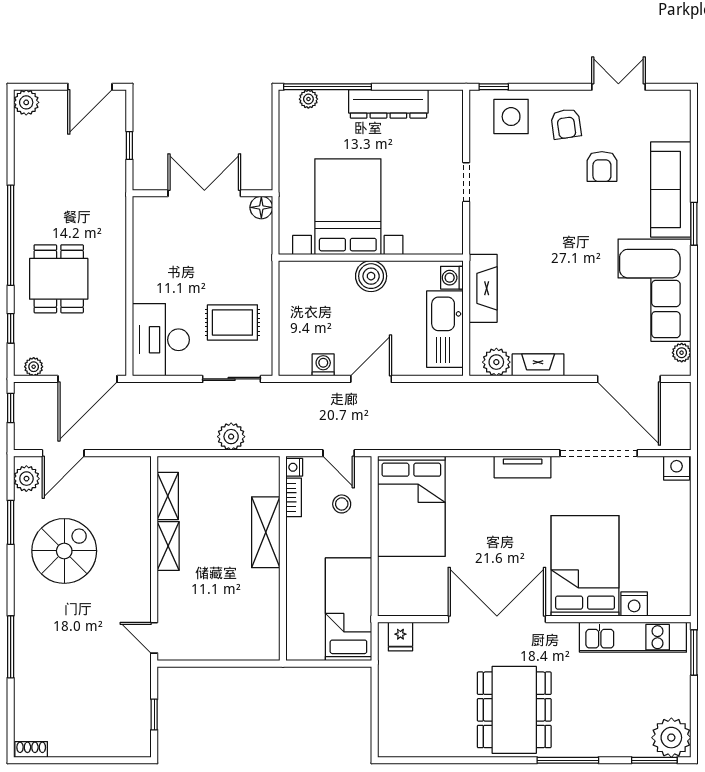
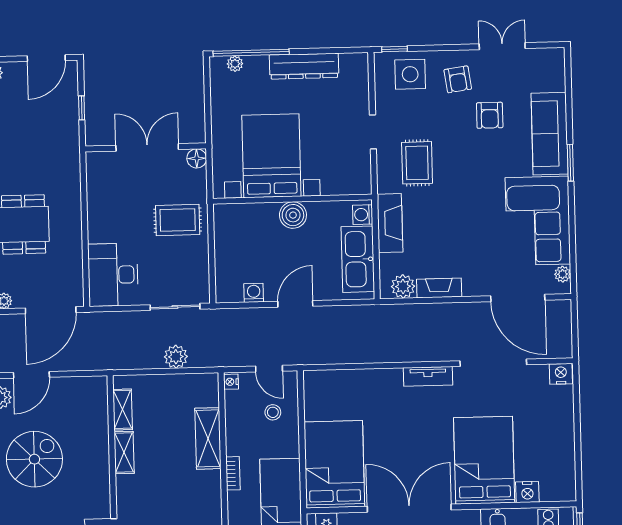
rug: (516, 219) -> (417, 163), added
rug: (232, 322) -> (178, 220), moved
bookcase: (294, 497) -> (233, 473), moved
bed: (411, 506) -> (334, 464), moved, turned 180

